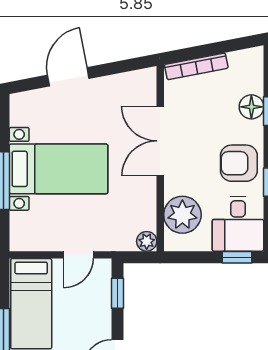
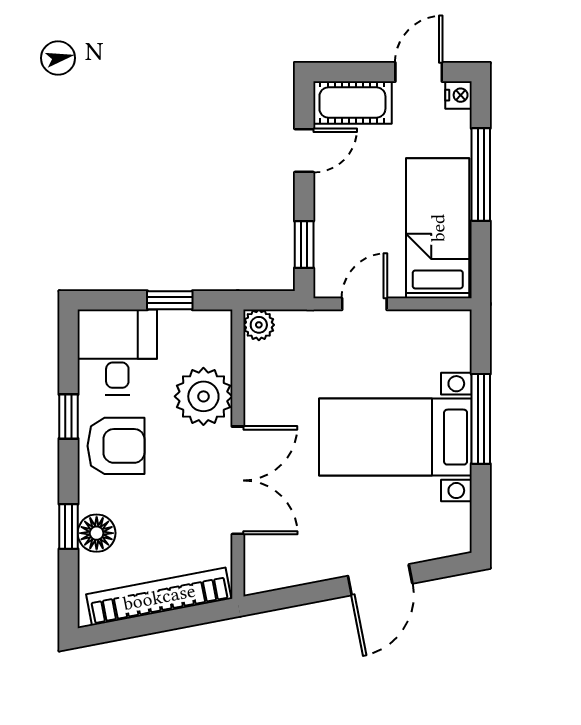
bookcase: (196, 66) -> (159, 597), width x1.48, depth x1.31
plant: (182, 215) -> (203, 396), moved
window: (237, 257) -> (170, 300), moved

